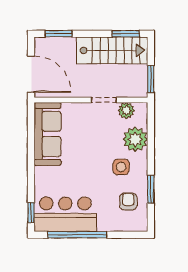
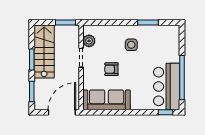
window: (126, 34) -> (32, 59), moved
plant: (135, 139) -> (111, 34), removed
armchair: (128, 202) -> (111, 69), moved

